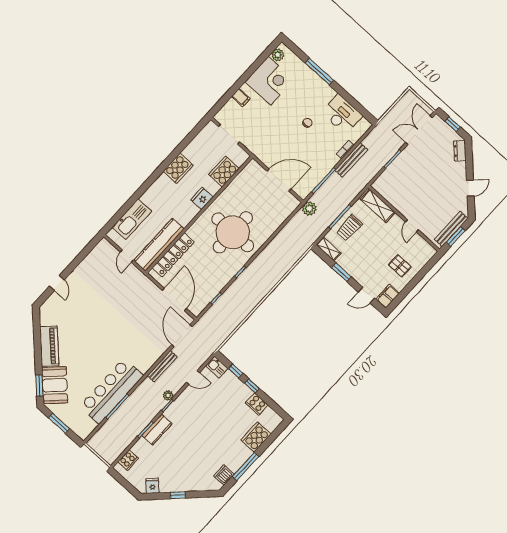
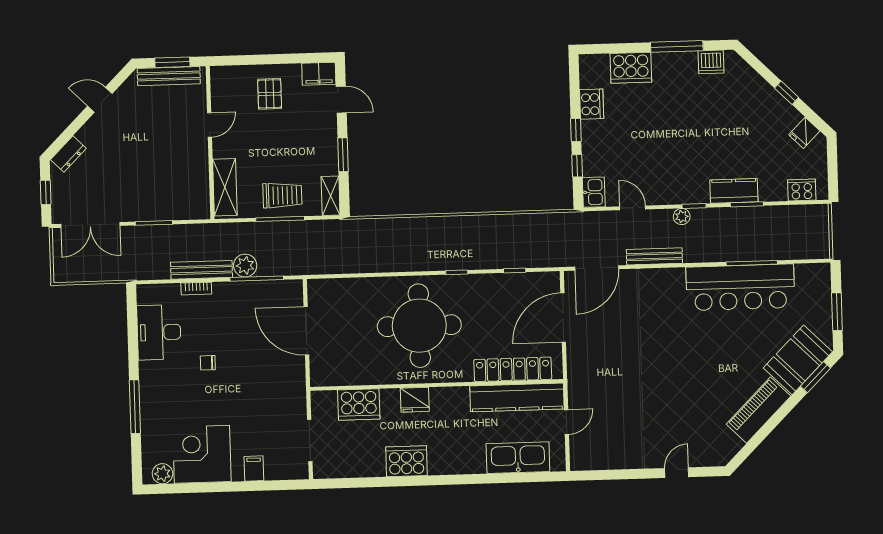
plant: (309, 209) -> (245, 266), moved

